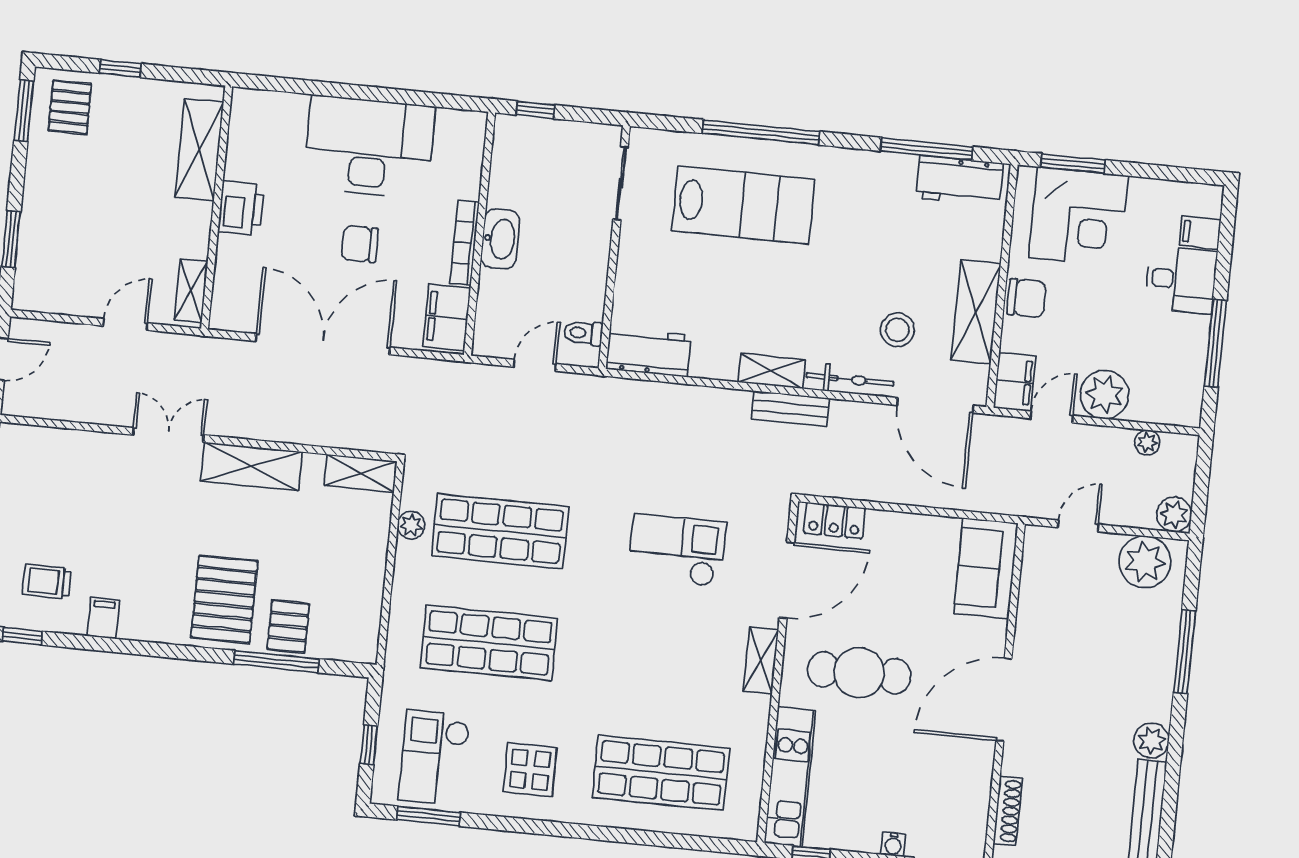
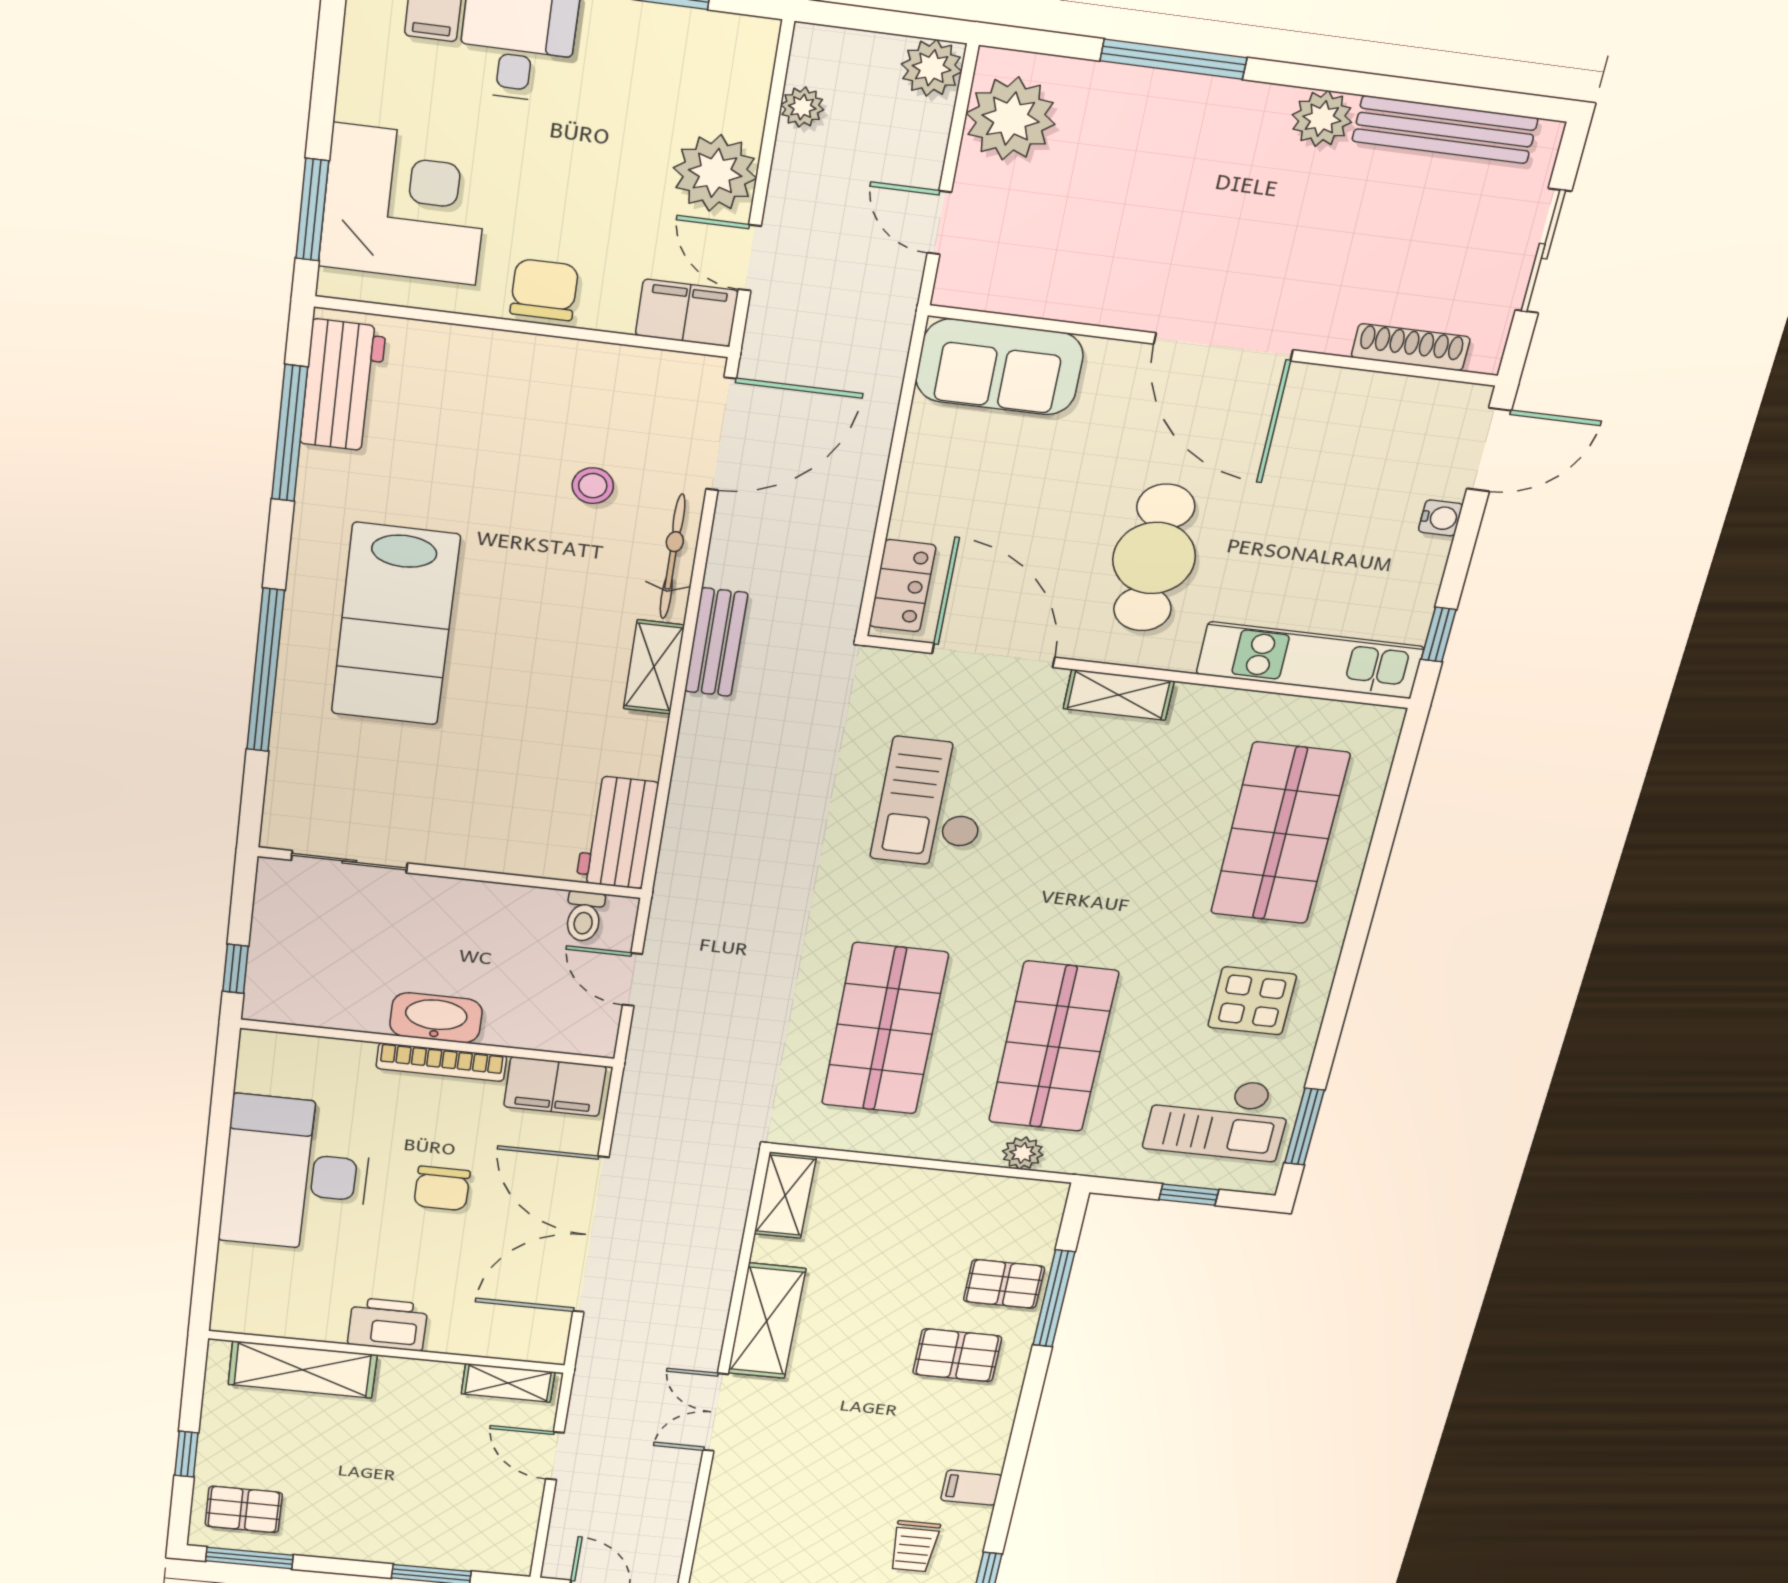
lab bench: (743, 205) -> (395, 625), moved, turned 180
shelving: (976, 312) -> (566, 368), removed
stool: (897, 330) -> (593, 486), width x0.73, depth x0.73
plant: (411, 525) -> (1023, 1153), moved
pallet: (224, 599) -> (957, 1355), width x0.67, depth x0.71

